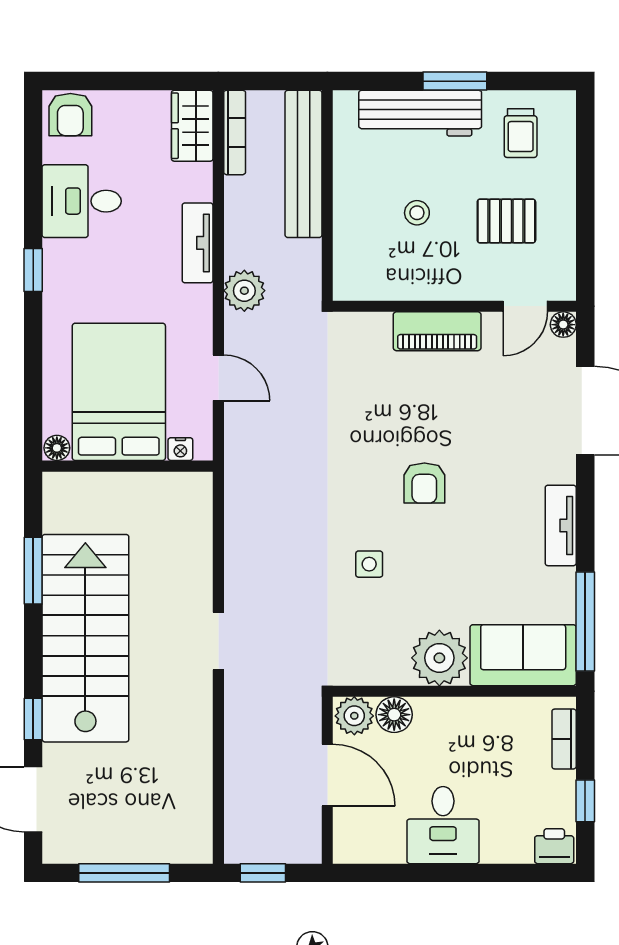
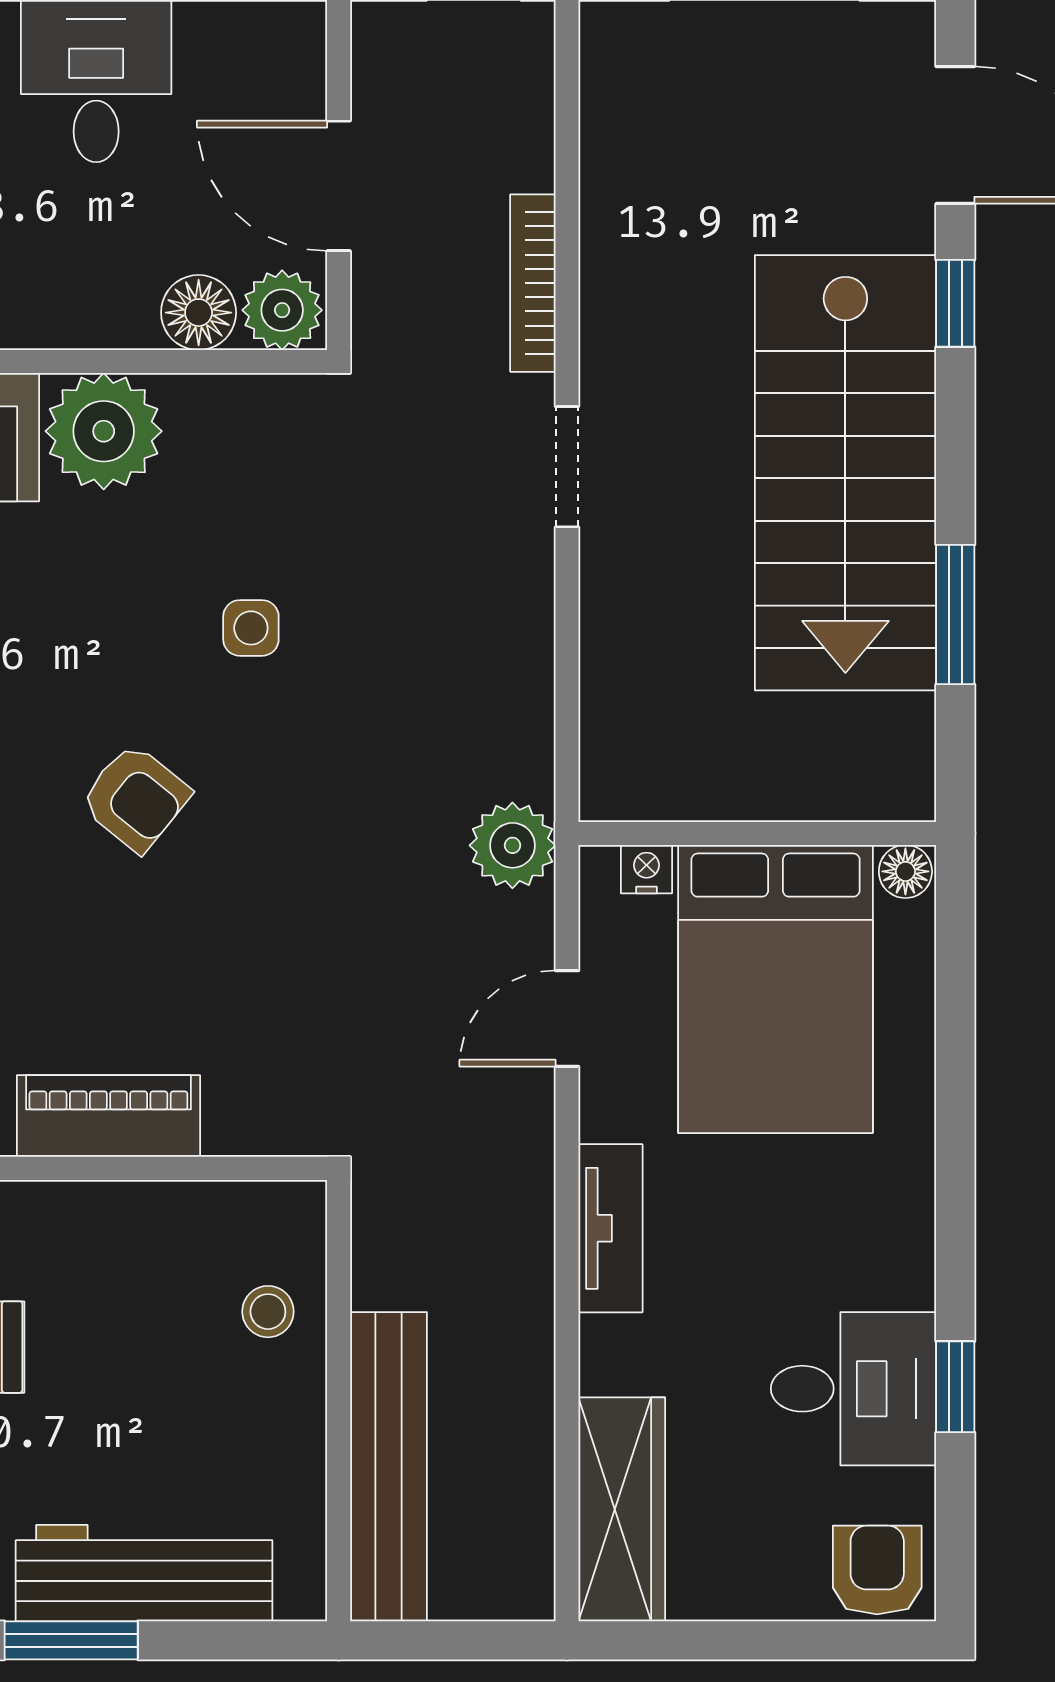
wardrobe: (192, 126) -> (622, 1509), width x1.50
bookcase: (235, 132) -> (533, 283), moved
stool: (417, 213) -> (268, 1312), moved
tv unit: (198, 243) -> (611, 1228), moved
window: (33, 270) -> (955, 1387), moved
plant: (244, 291) -> (512, 845), moved
door: (218, 378) -> (567, 1018), hinge flipped
armchair: (424, 483) -> (135, 798), turned 129

